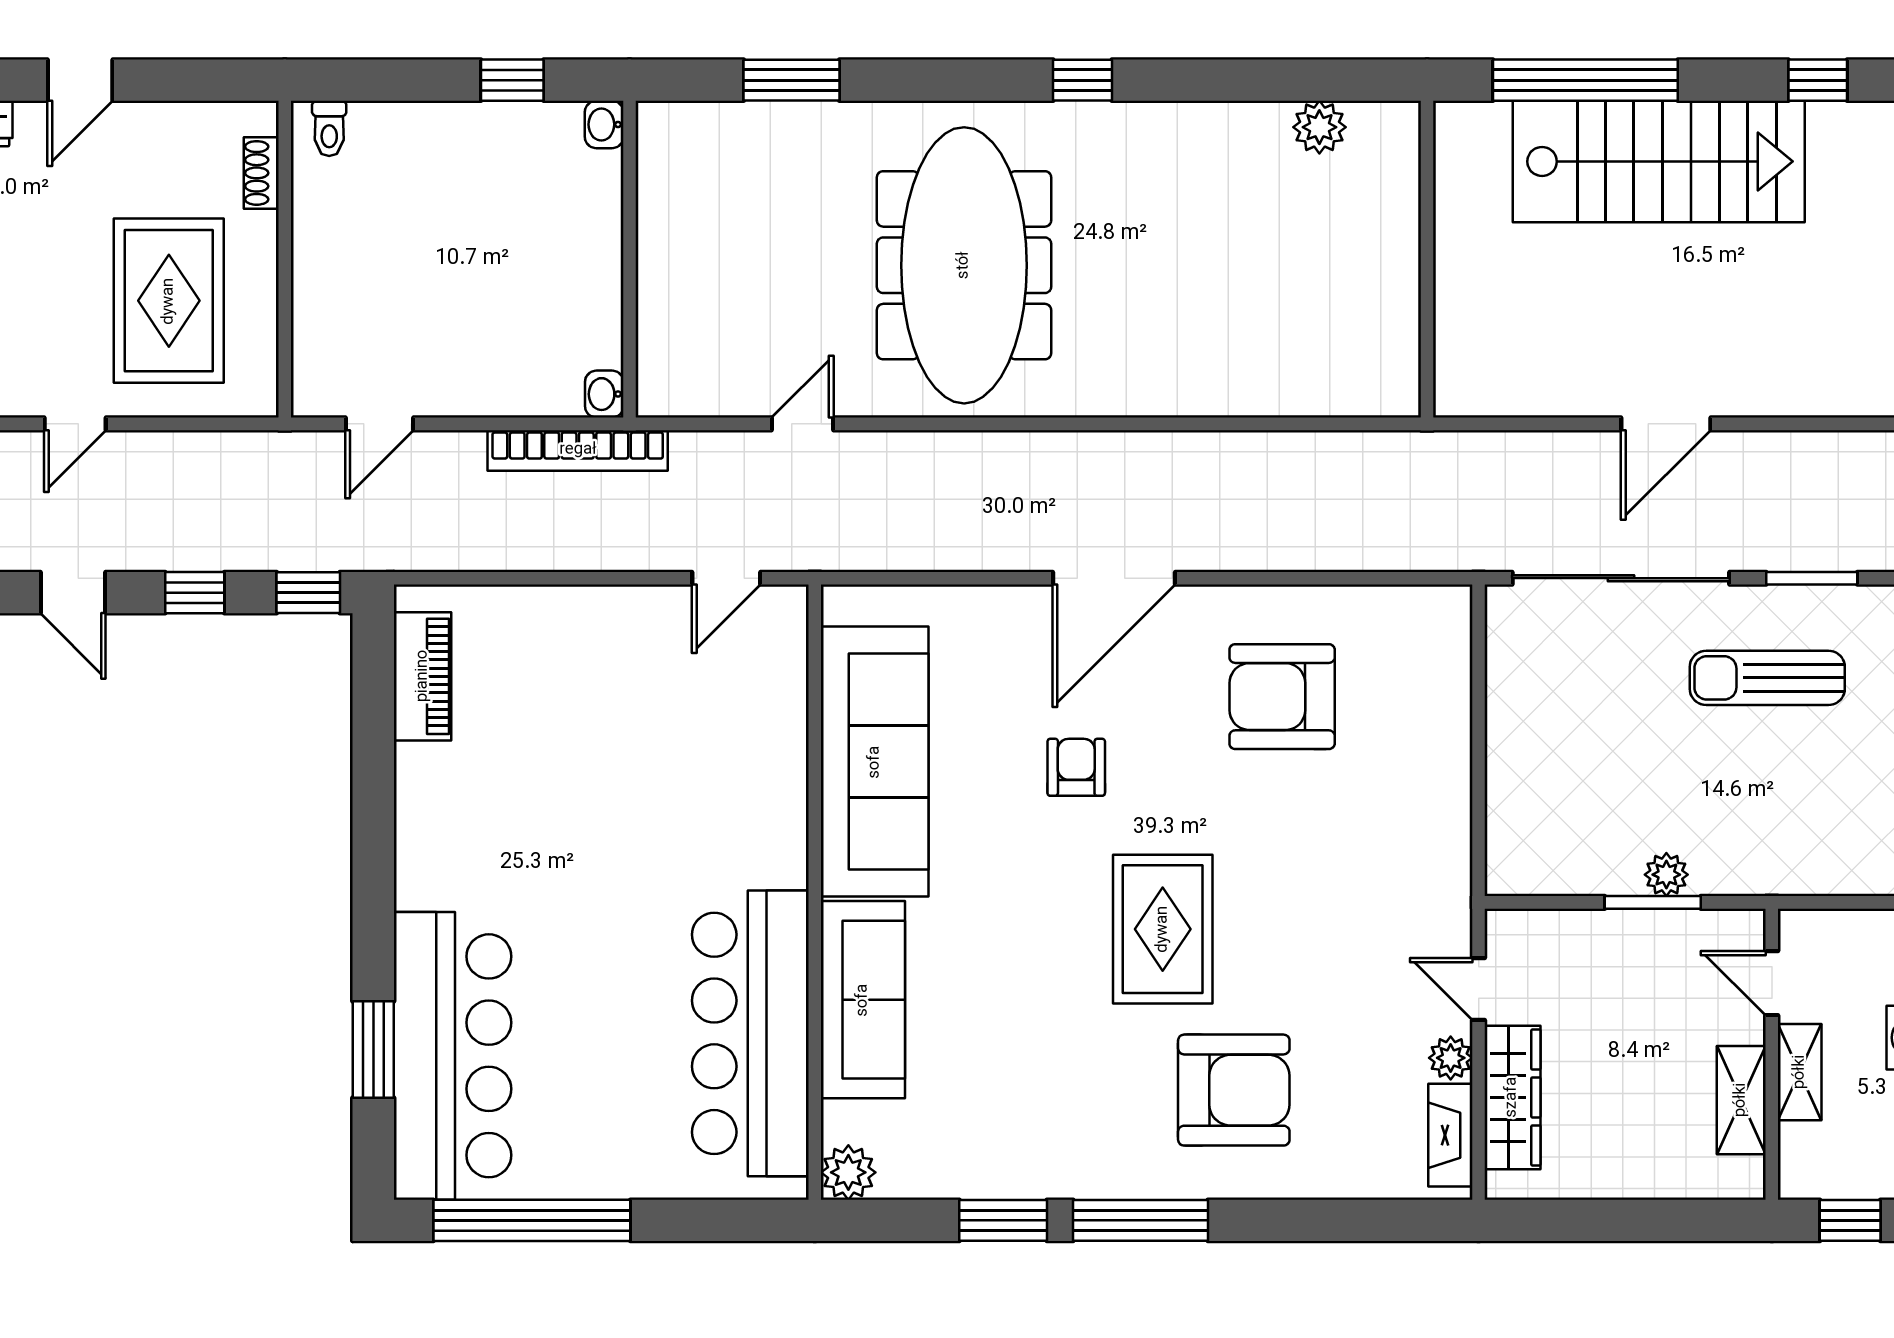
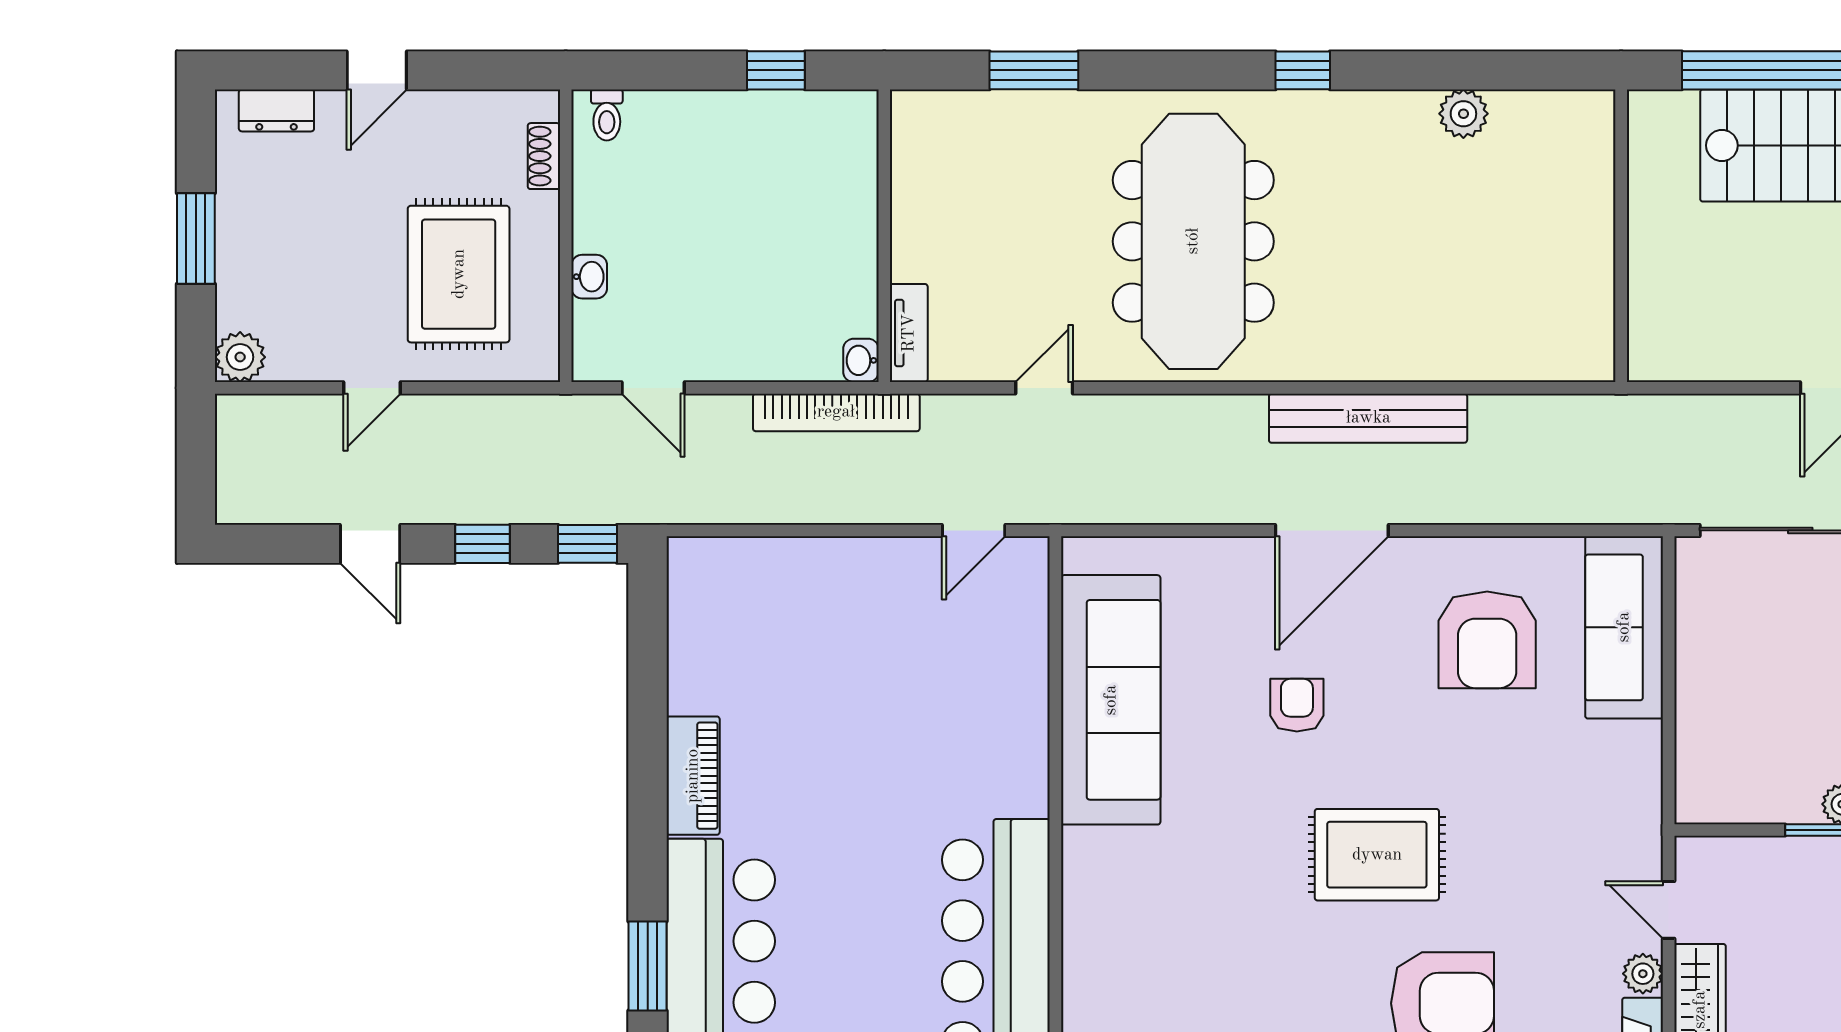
washbasin: (604, 124) -> (589, 277), moved, turned 180
plant: (1319, 127) -> (1463, 114), moved
tv unit: (656, 364) -> (909, 333), added
door: (379, 424) -> (653, 388), hinge flipped
bench: (1153, 457) -> (1368, 418), added
piano: (423, 676) -> (693, 776), moved
armchair: (1282, 697) -> (1487, 640), turned -90
rug: (1163, 929) -> (1377, 855), turned 90
sofa: (863, 1000) -> (1624, 627), moved, turned 180

